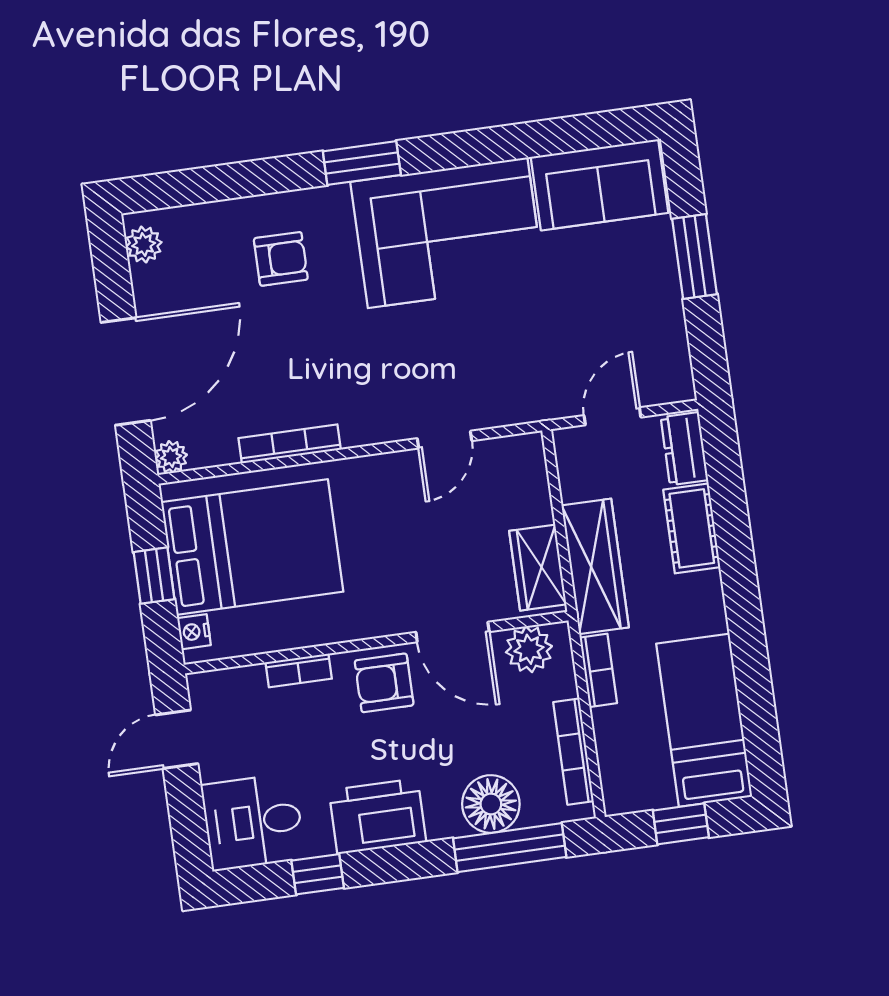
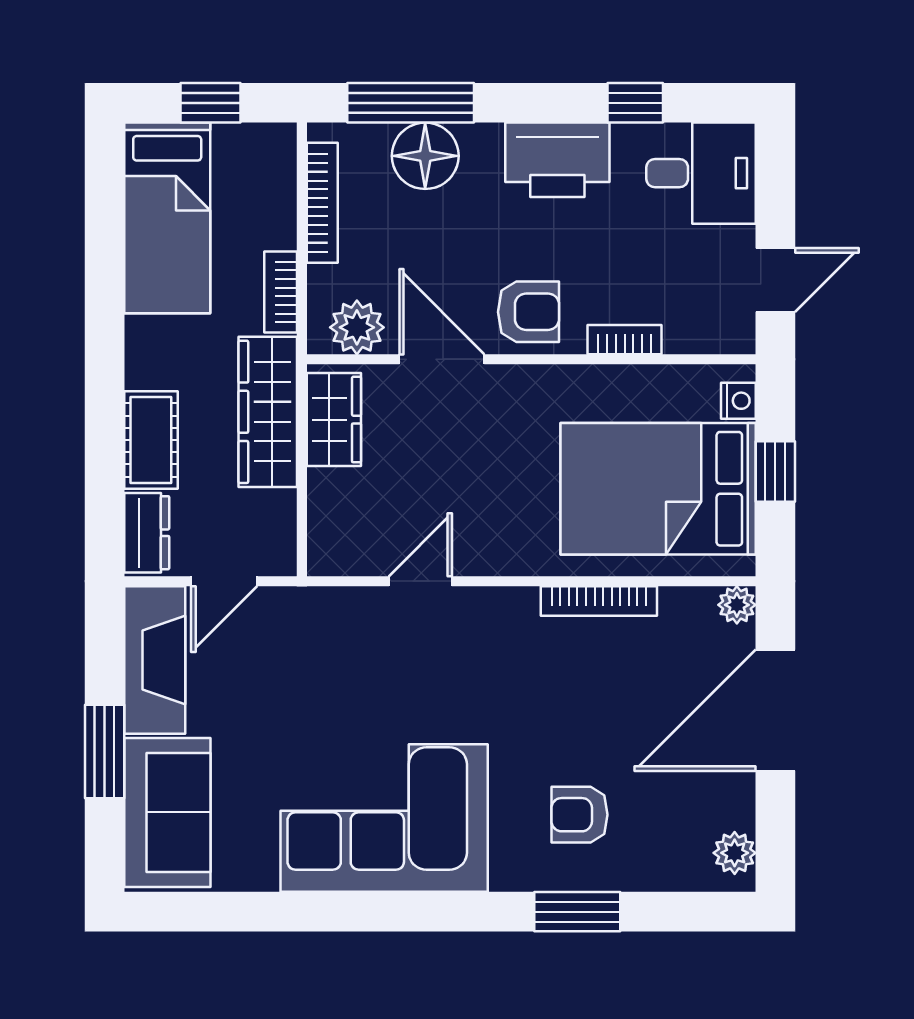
window: (362, 163) -> (577, 912), moved
sofa: (600, 185) -> (167, 812), moved, turned 90
fireplace: (662, 341) -> (155, 660), added

